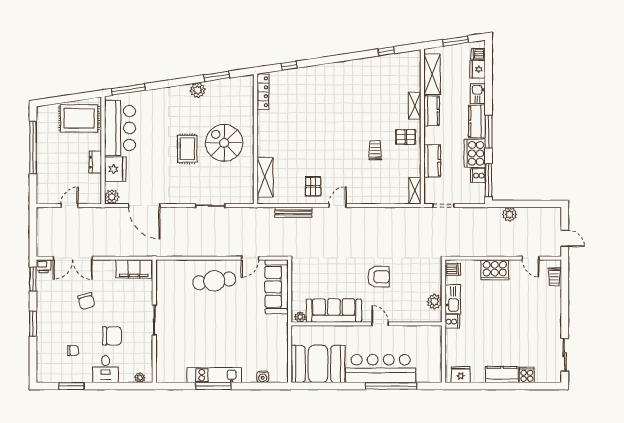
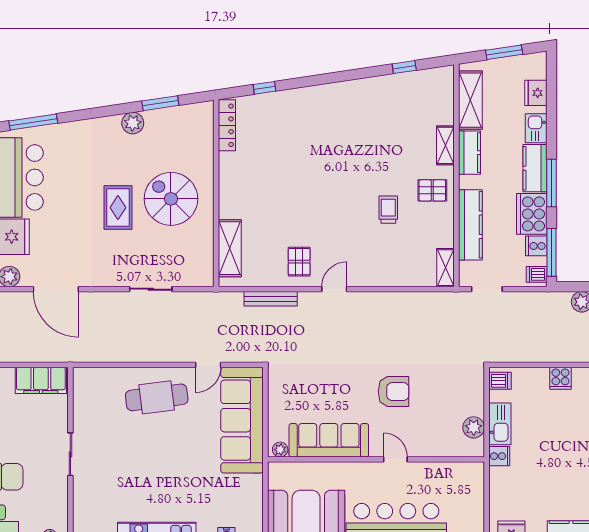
dishwasher: (478, 54) -> (537, 274), moved
kitchen counter: (432, 161) -> (470, 225), width x1.50
cooker: (495, 270) -> (560, 378), width x0.53, depth x0.76
sofa: (277, 287) -> (242, 420), width x1.36, depth x1.27

